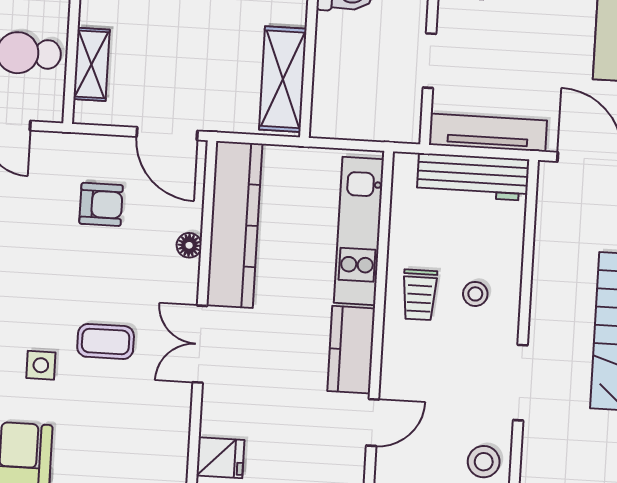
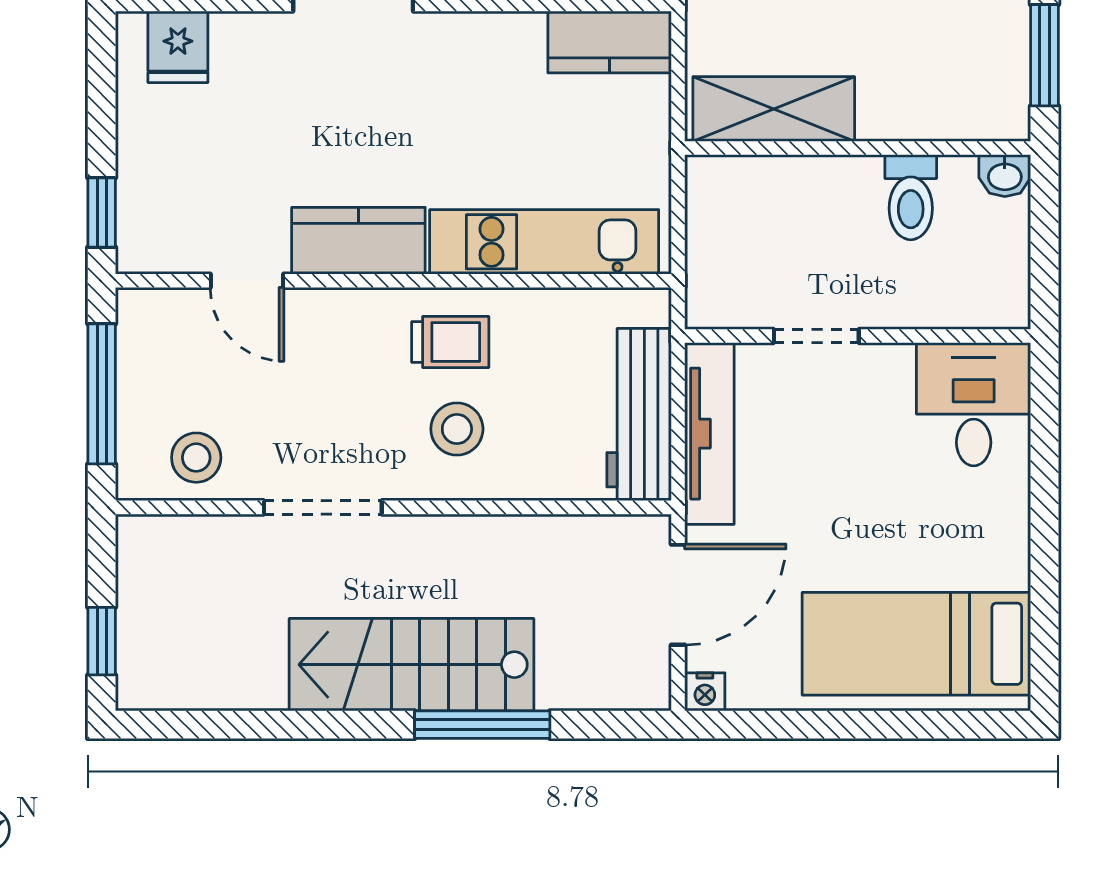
kitchen counter: (234, 225) -> (610, 42), width x0.48, depth x0.86
stool: (475, 294) -> (457, 429), width x1.37, depth x1.37
trolley: (419, 295) -> (450, 342), turned 180

